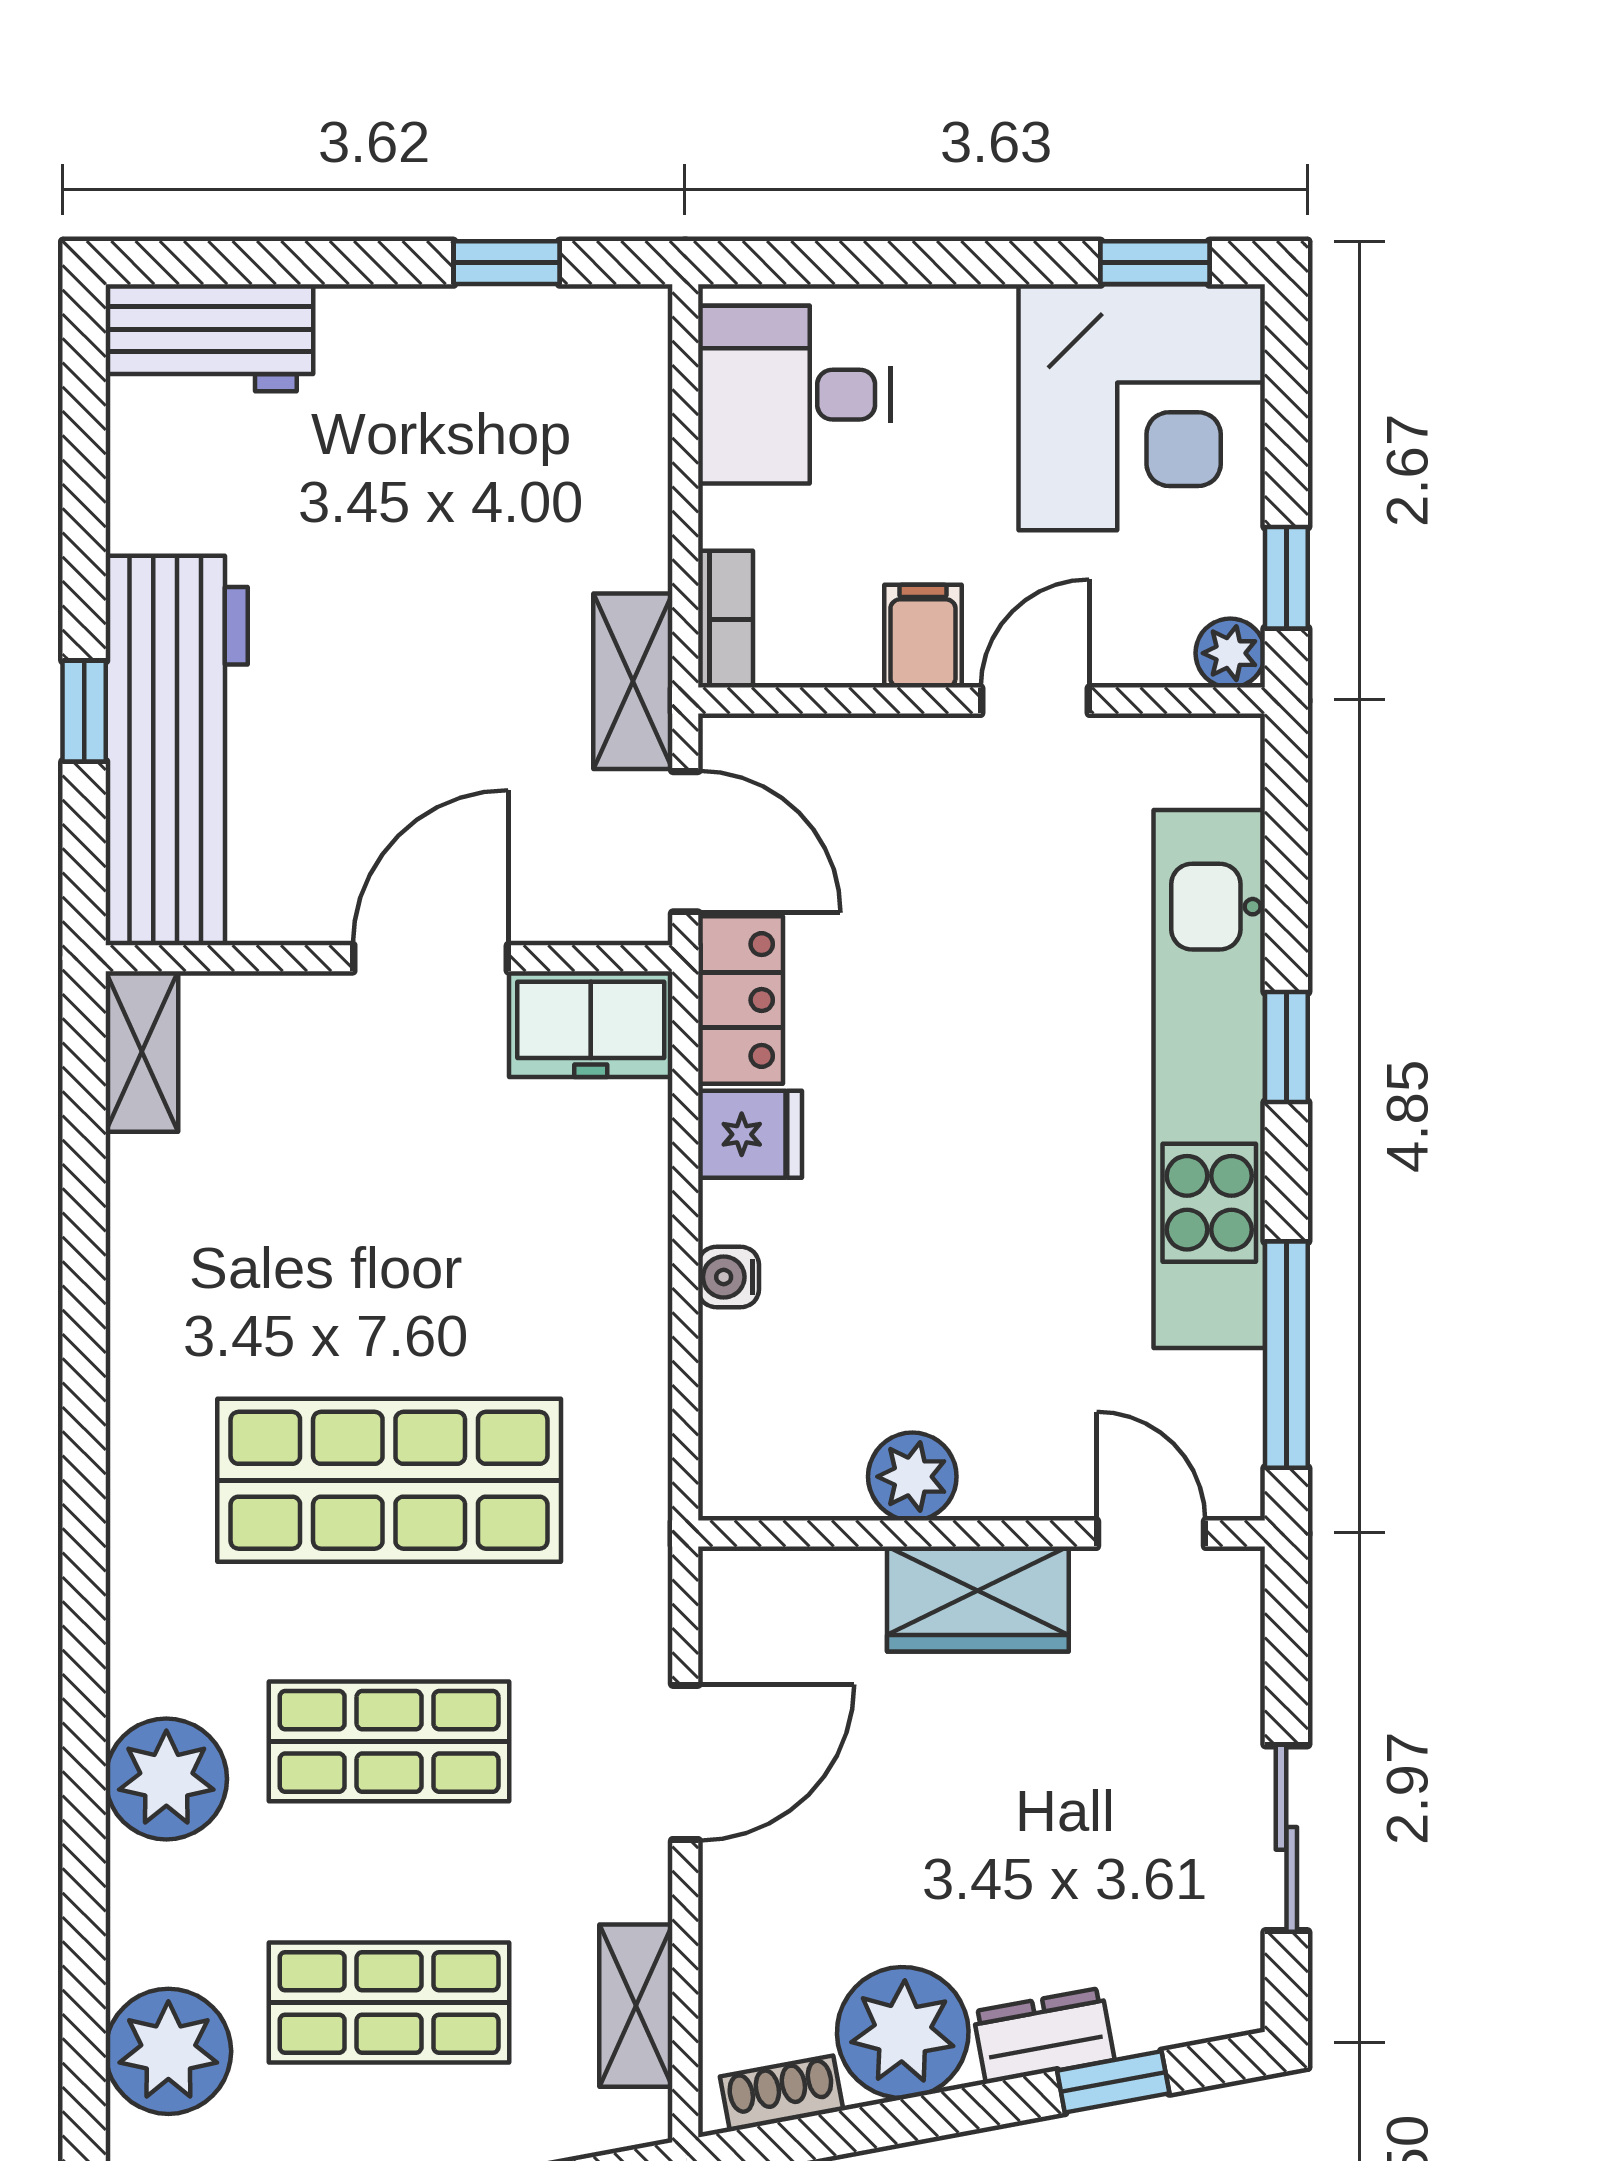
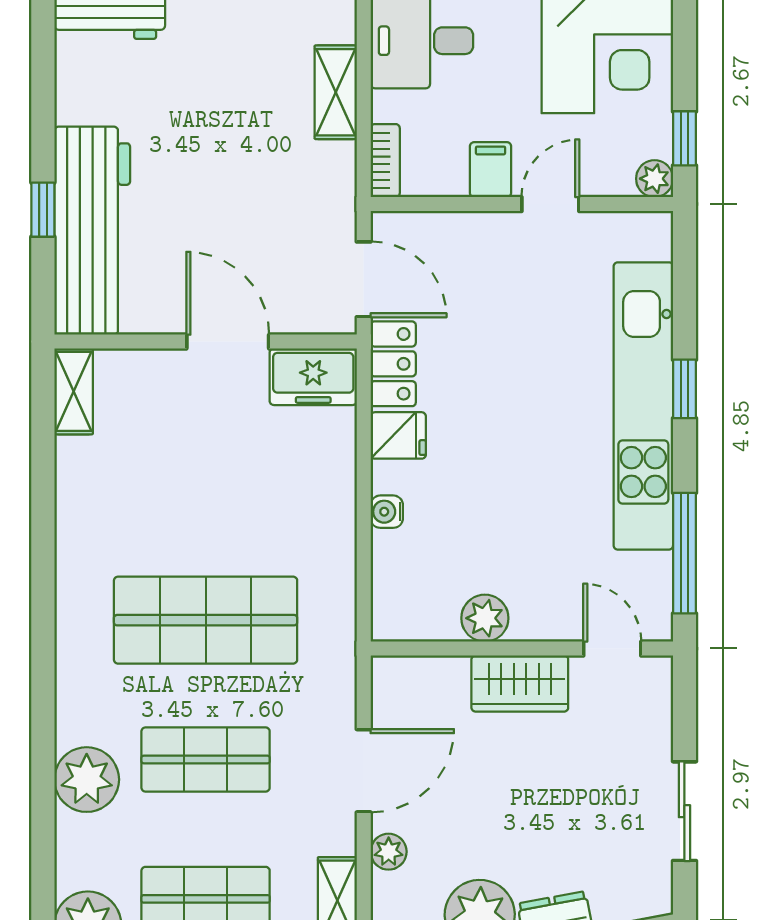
shelving: (633, 681) -> (336, 92), moved
door: (431, 958) -> (228, 342), hinge flipped
plant: (732, 1914) -> (389, 852), added

